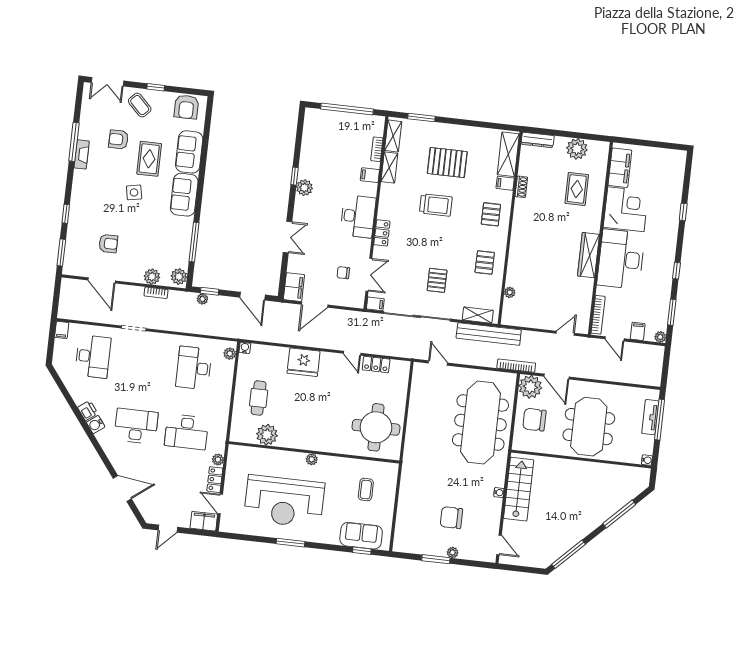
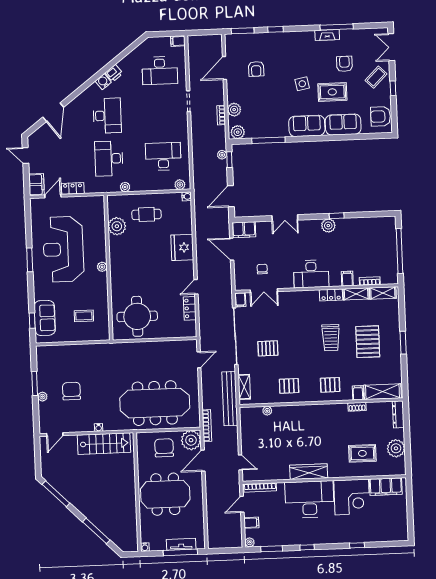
window: (421, 118) -> (403, 343), moved
locker: (382, 233) -> (331, 295), moved
plant: (218, 460) -> (125, 187), moved

